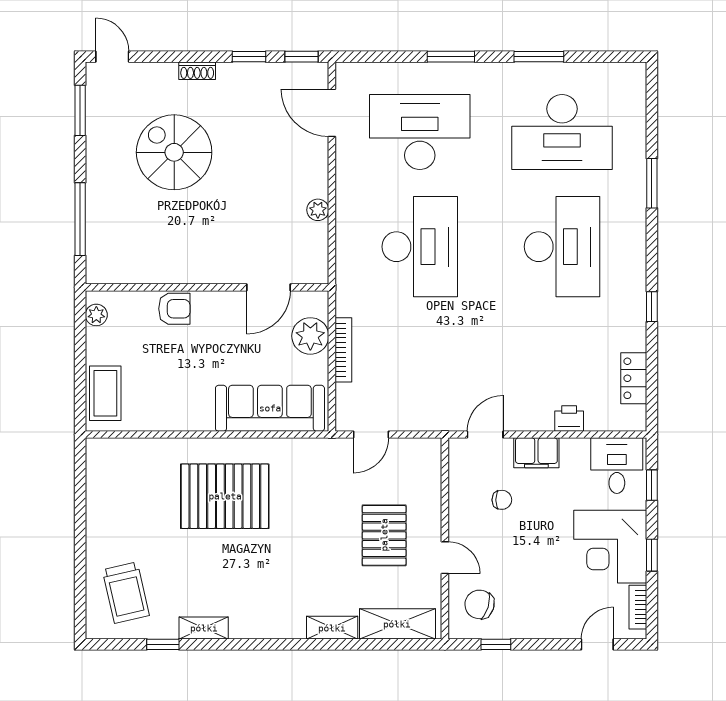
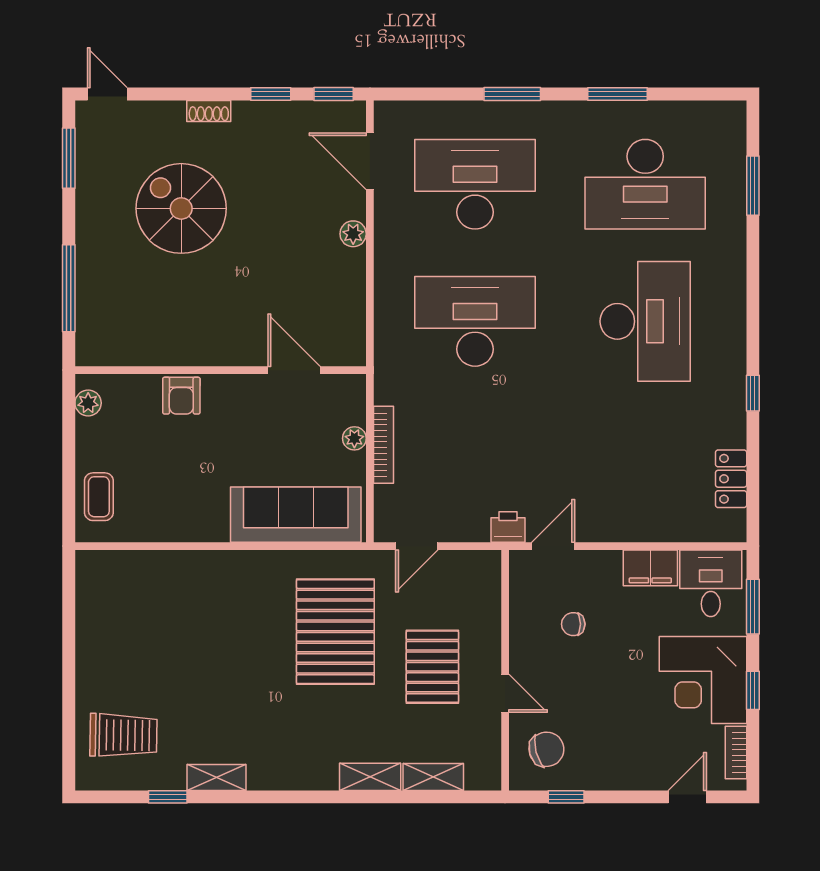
window: (652, 183) -> (753, 186), moved
plant: (318, 210) -> (353, 234), moved
desk: (420, 247) -> (475, 321), turned -90
door: (268, 287) -> (294, 370), swing flipped
armchair: (174, 309) -> (181, 396), turned 90
plant: (310, 336) -> (354, 438), width x0.53, depth x0.53
coffee table: (105, 393) -> (99, 497), width x0.73, depth x0.77
printer: (569, 419) -> (508, 527), moved
filing cabinet: (536, 453) -> (650, 568), moved
window: (652, 485) -> (753, 607), width x1.50
pallet: (225, 496) -> (335, 632), moved, turned 90
chair: (502, 500) -> (573, 624), turned 180
trolley: (126, 593) -> (123, 735), turned -76
chair: (479, 604) -> (546, 749), turned 148
shelving: (397, 624) -> (433, 777), width x0.67, depth x0.75

